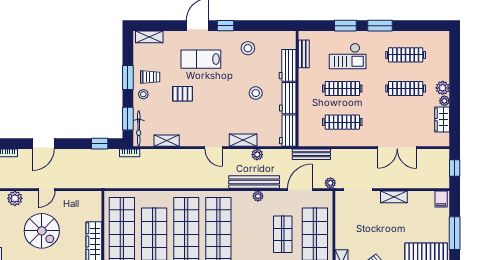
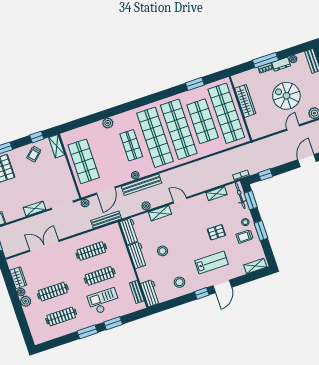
workbench: (288, 65) -> (150, 293), moved
shop shelf: (283, 234) -> (131, 145), moved

